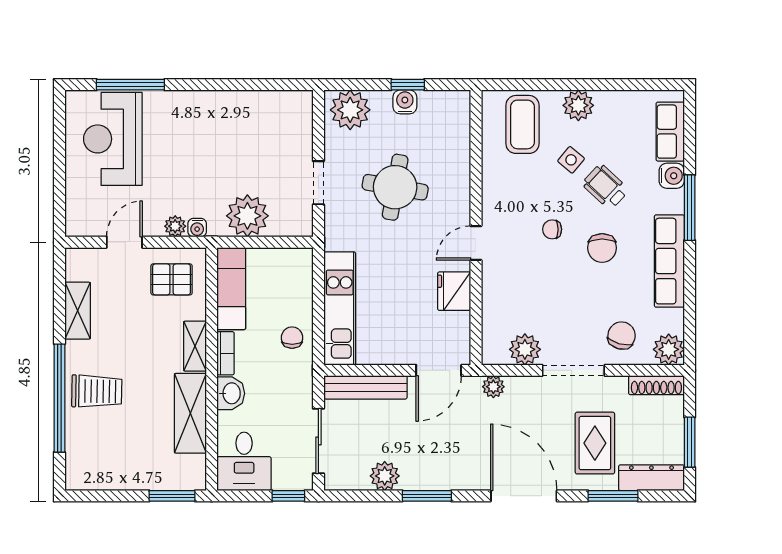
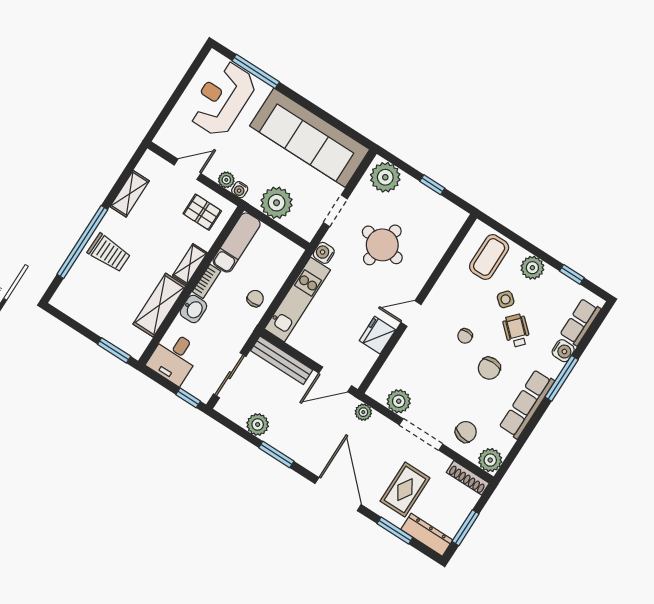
window: (627, 85) -> (572, 274), added
water cooler: (405, 102) -> (324, 253), moved, turned -90
sofa: (238, 120) -> (310, 138), added
chair: (552, 229) -> (465, 336), turned -90

